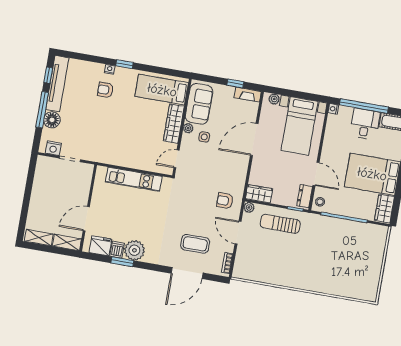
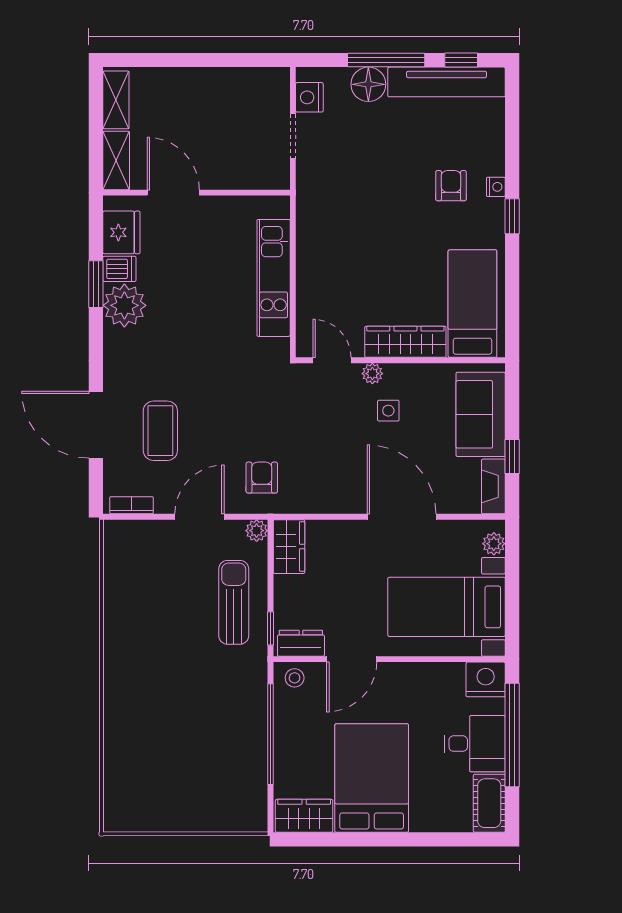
sofa: (199, 104) -> (481, 414), moved, turned 90
nightstand: (333, 109) -> (486, 679), width x1.89, depth x1.79
plant: (188, 128) -> (372, 374), moved

